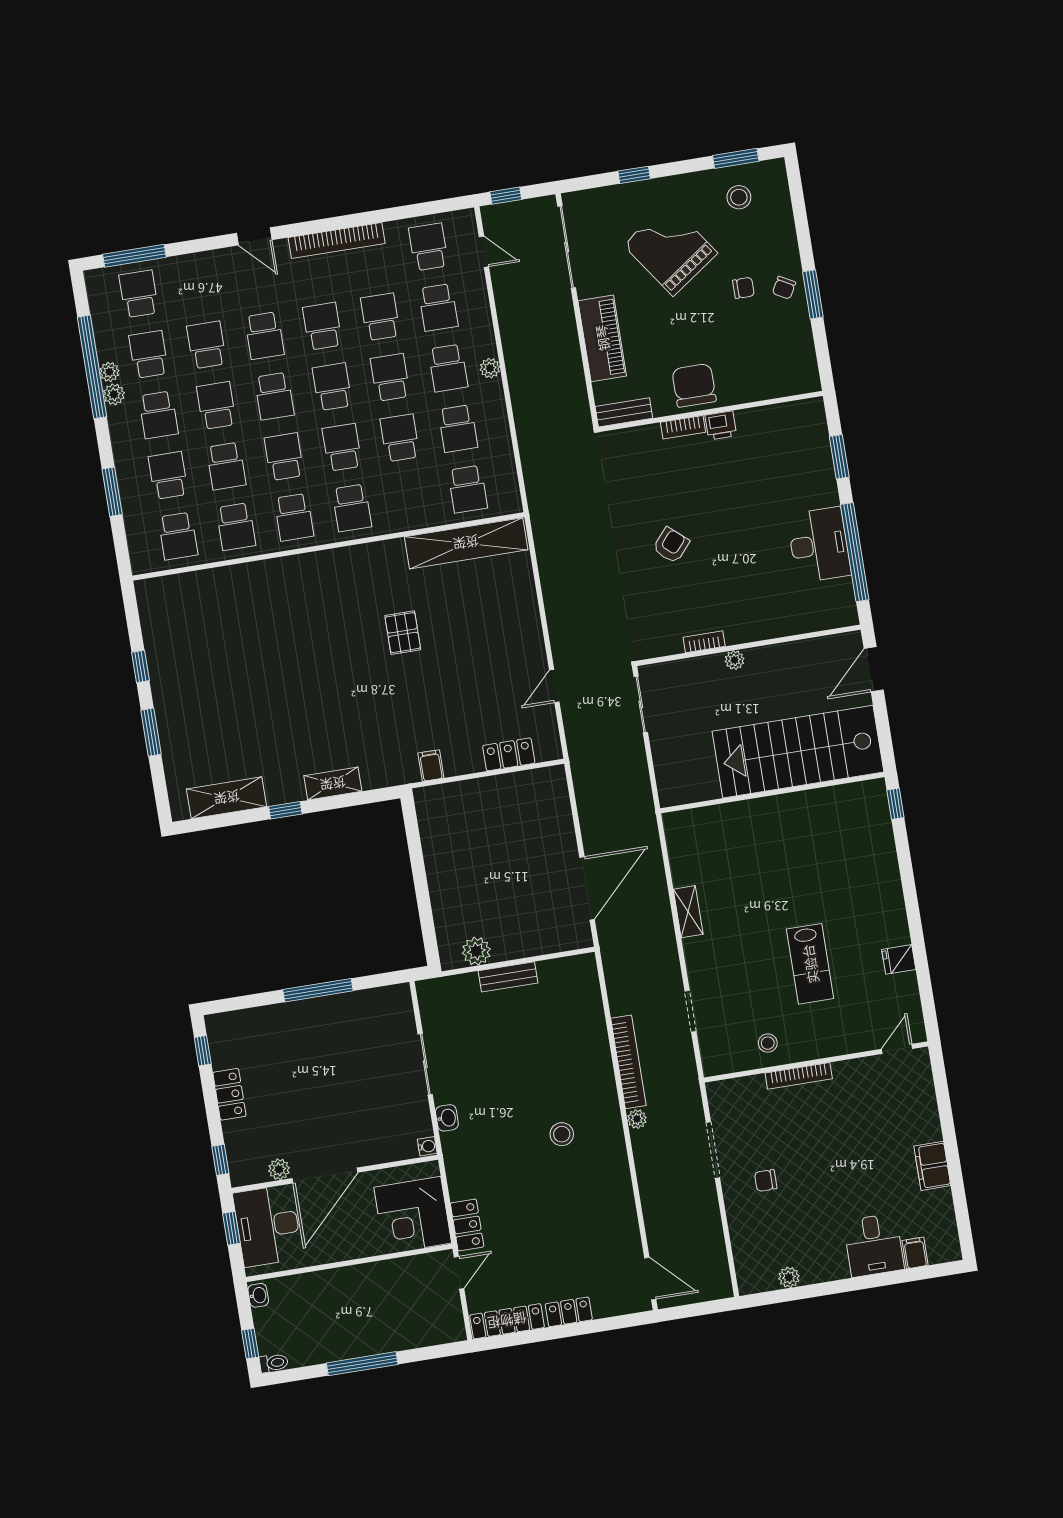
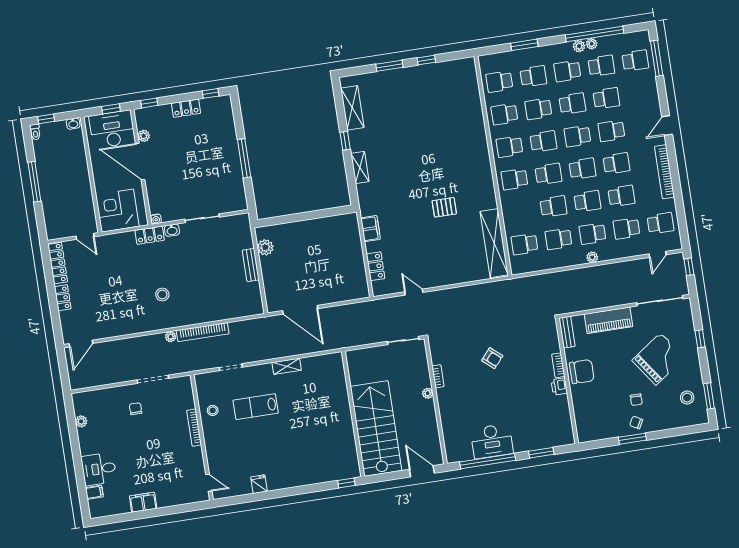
filing cabinet: (431, 766) -> (371, 229), width x2.00
lab bench: (810, 964) -> (256, 407), moved
locker: (467, 1225) -> (150, 235), moved

